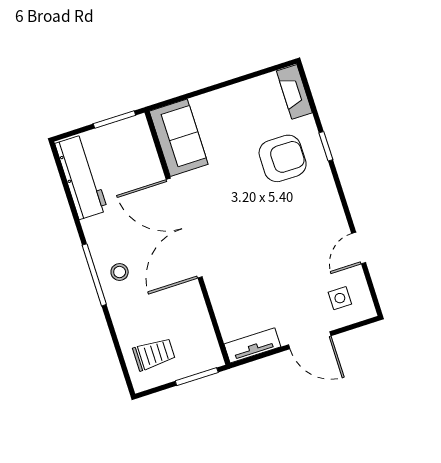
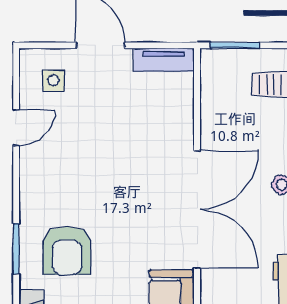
window: (326, 146) -> (16, 249), width x1.50
armchair: (283, 158) -> (67, 251), turned -90

